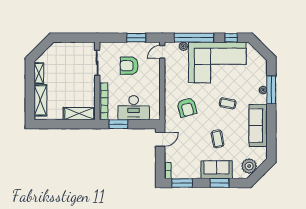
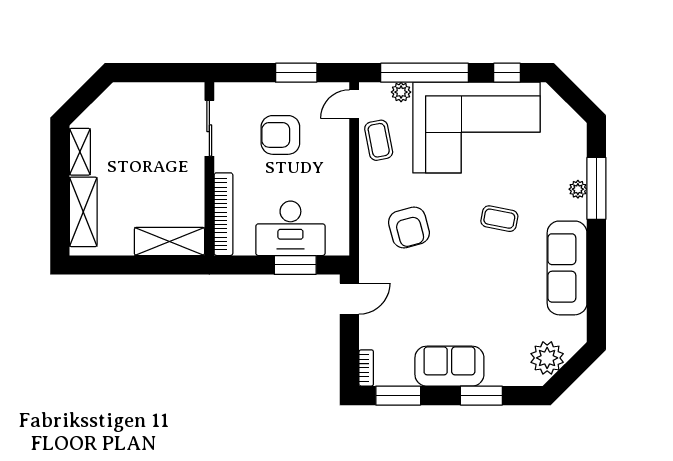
window: (118, 124) -> (295, 265), moved
coffee table: (218, 139) -> (379, 140), moved
sofa: (217, 170) -> (449, 366), moved

